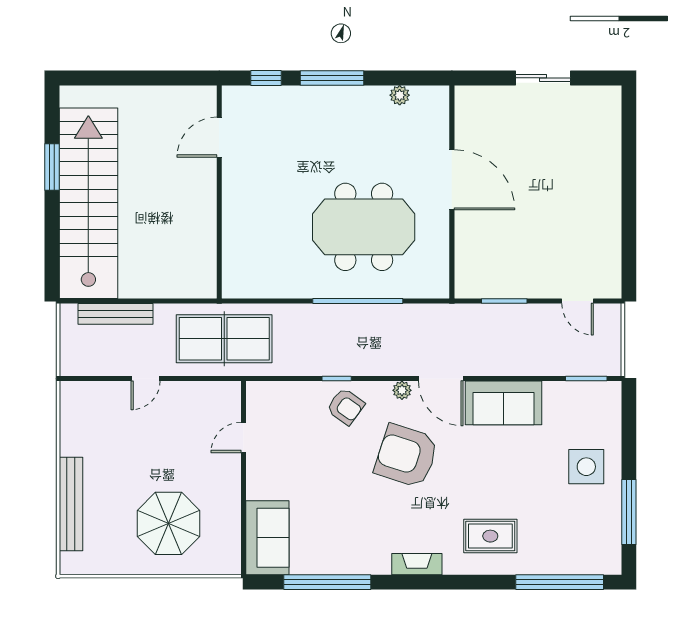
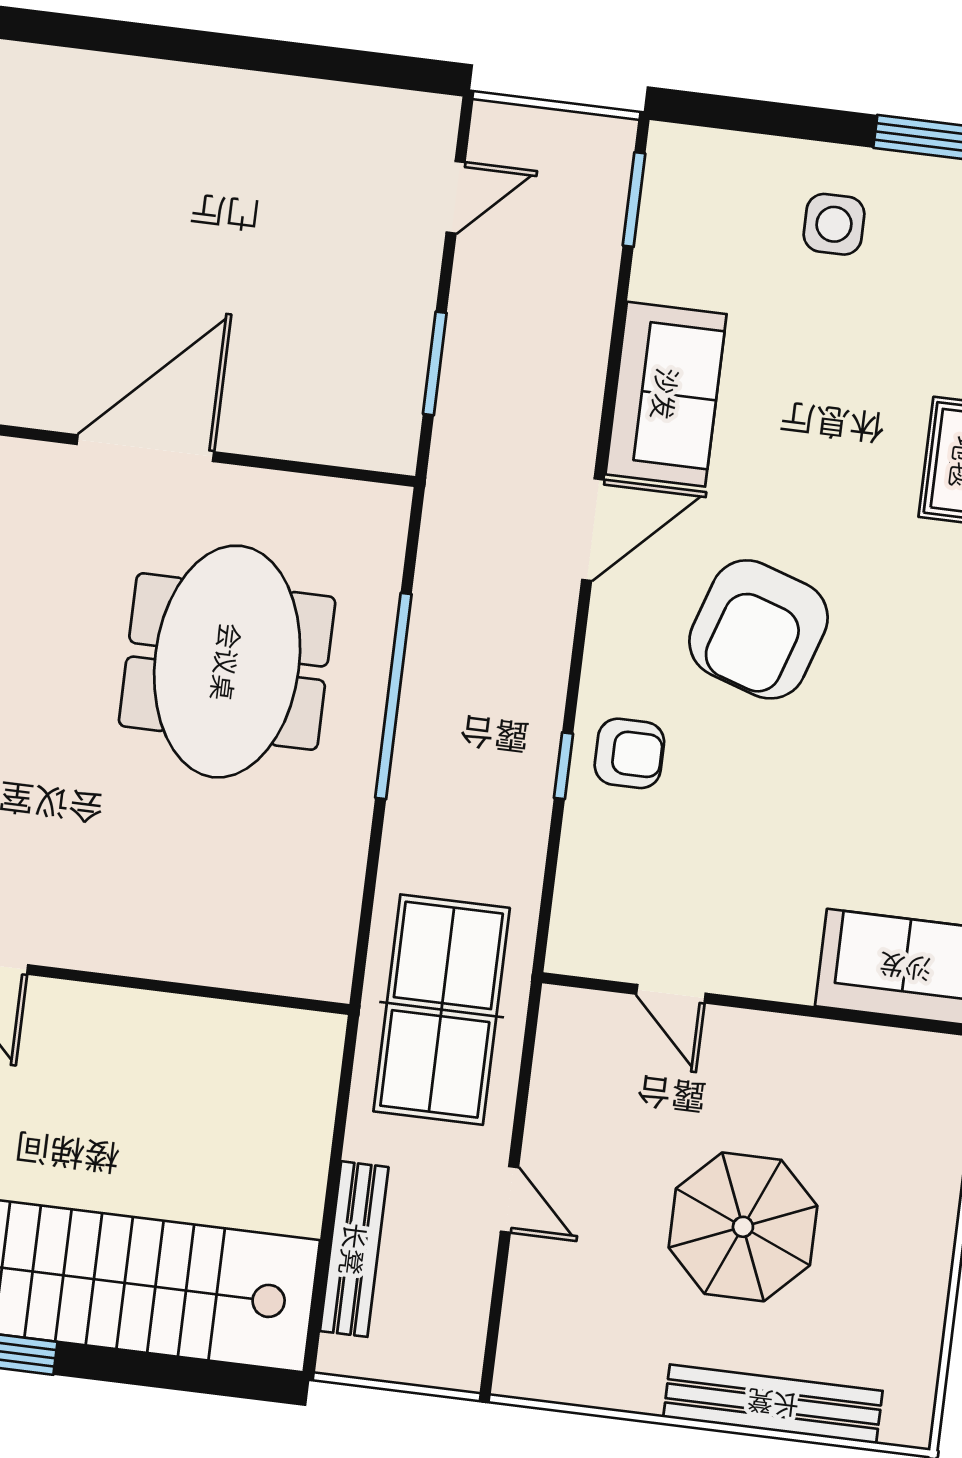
plant: (402, 390) -> (609, 621), removed
armchair: (346, 406) -> (629, 753), turned 54
side table: (586, 467) -> (834, 224), width x0.73, depth x0.73
parasol: (169, 523) -> (743, 1227), moved

